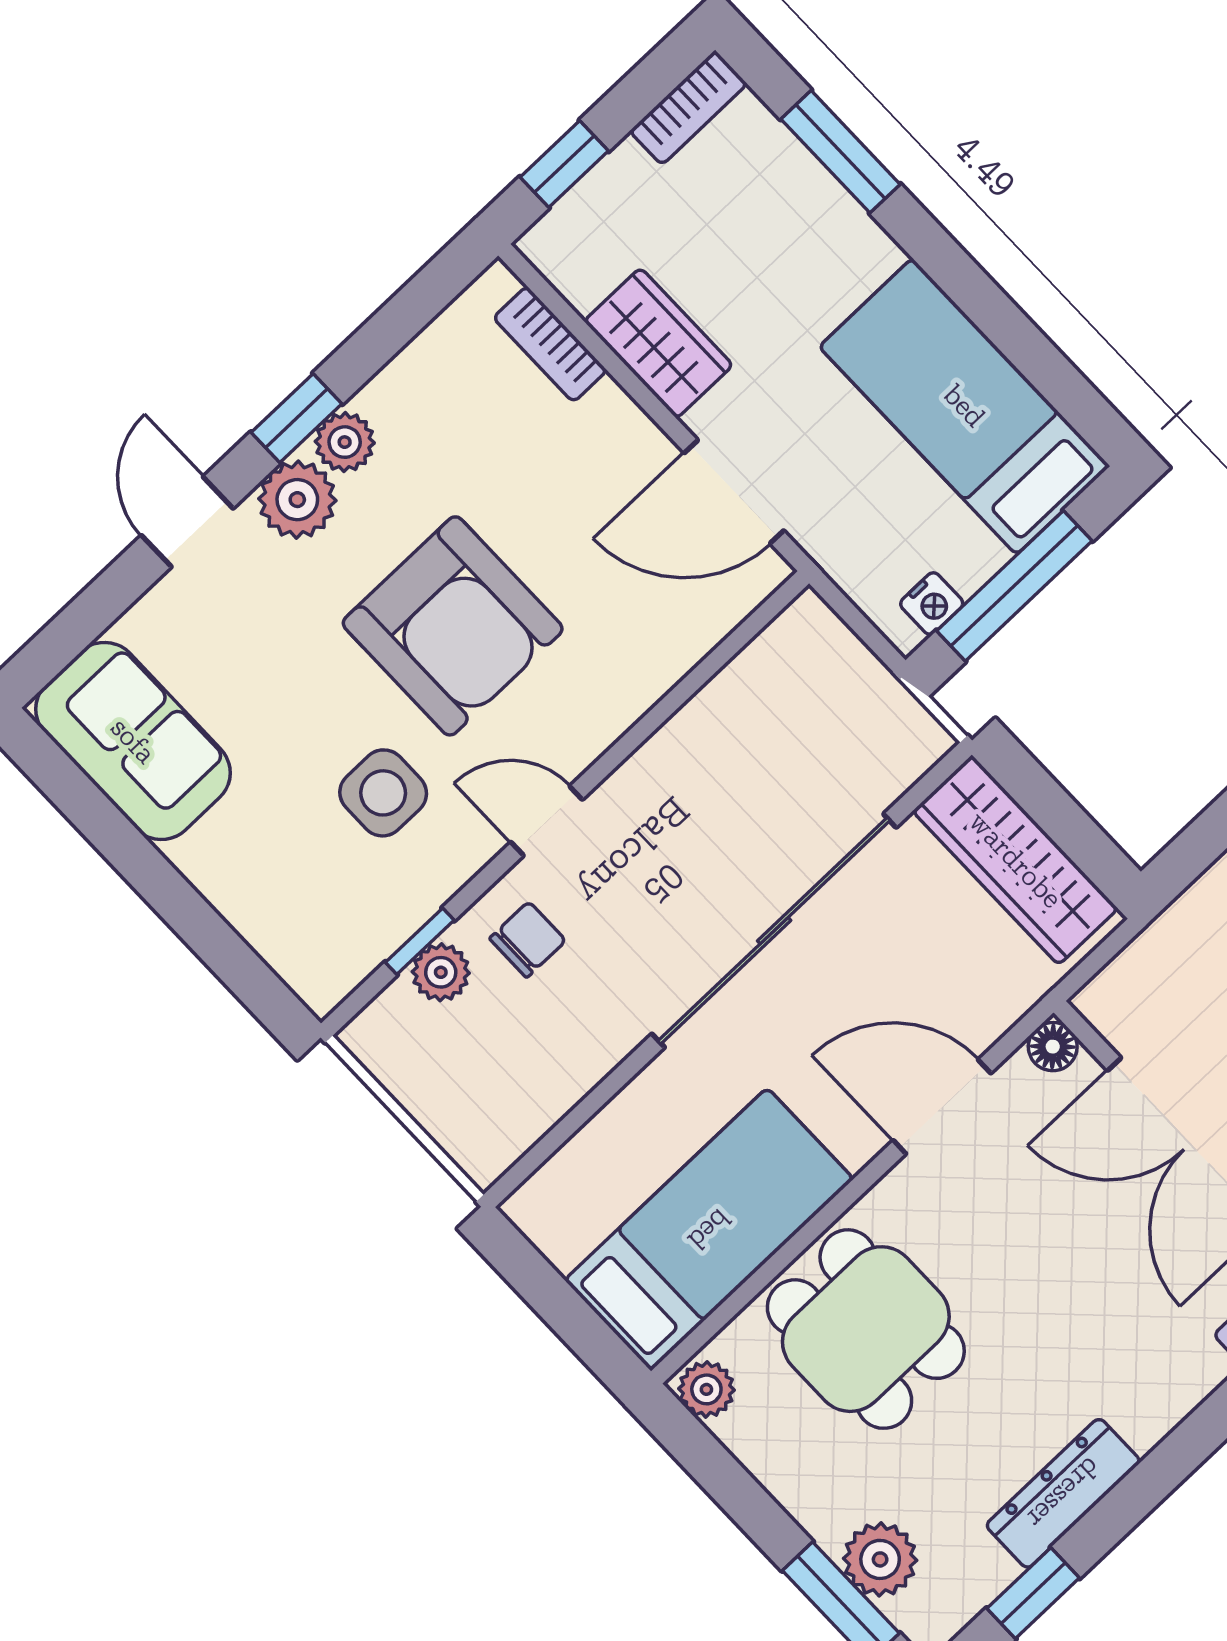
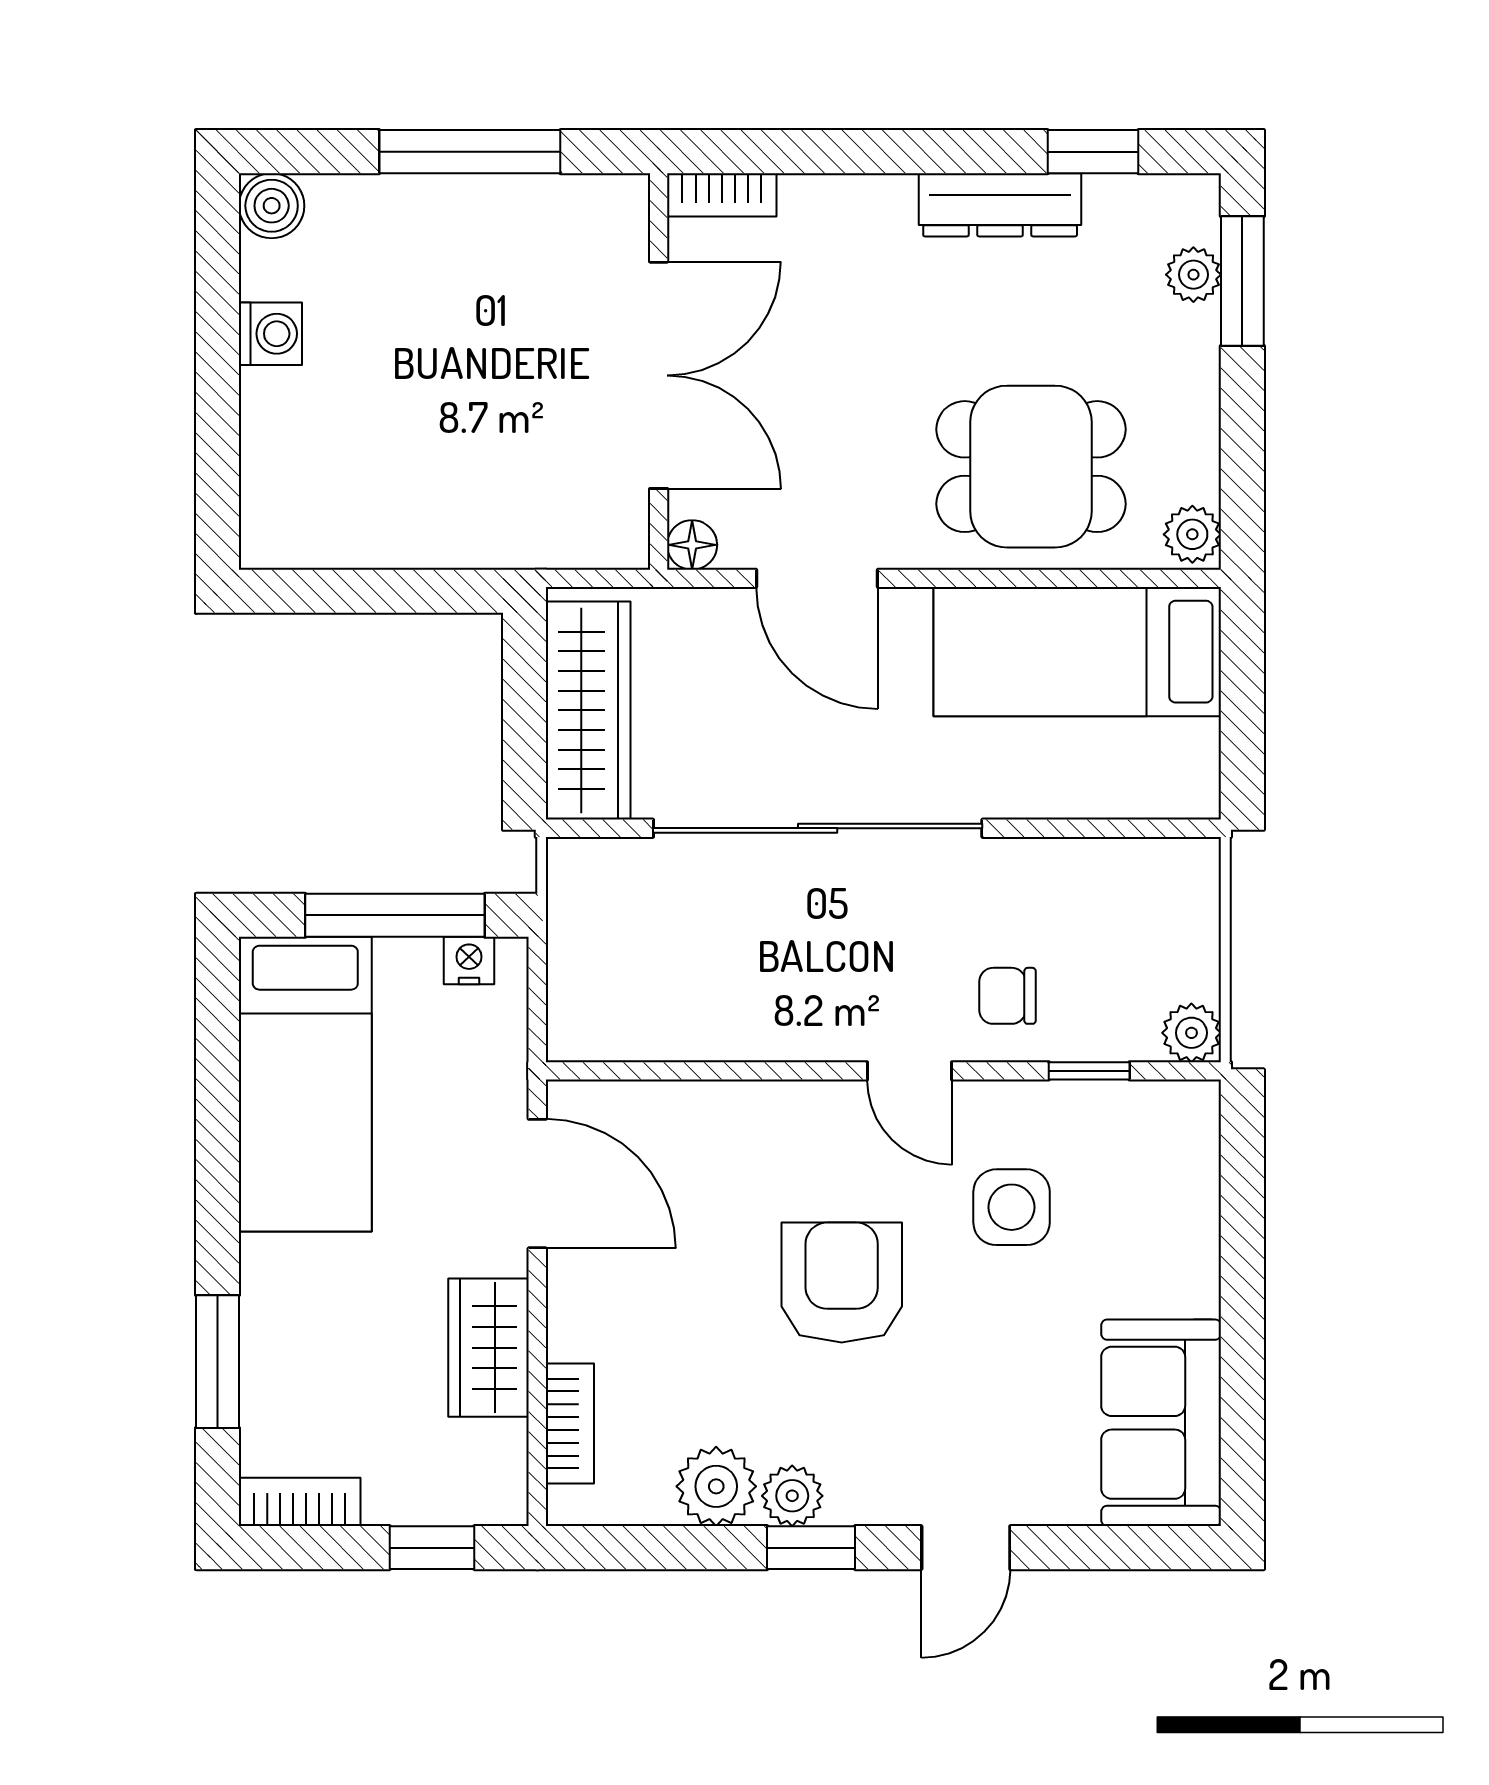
plant: (297, 500) -> (716, 1486), moved
armchair: (453, 626) -> (842, 1282), width x0.73, depth x0.73
plant: (441, 972) -> (1191, 1033), moved
dining table: (866, 1329) -> (1031, 467), turned 90
plant: (880, 1559) -> (1193, 275), width x0.73, depth x0.73

